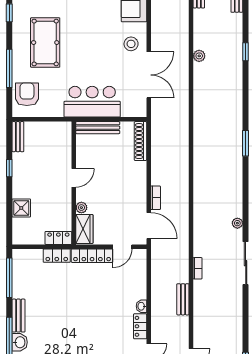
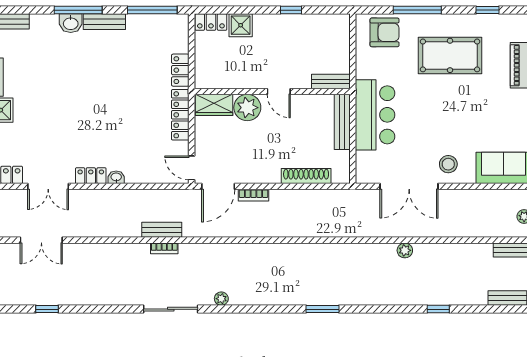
plant: (199, 56) -> (405, 250), moved
bench: (18, 137) -> (331, 81), moved
shoe rack: (140, 141) -> (306, 176), moved
plant: (81, 208) -> (247, 108), width x1.88, depth x1.88
locker: (58, 238) -> (211, 22), moved, turned 90
door: (122, 247) -> (192, 168), moved
bench: (183, 299) -> (162, 230), moved

